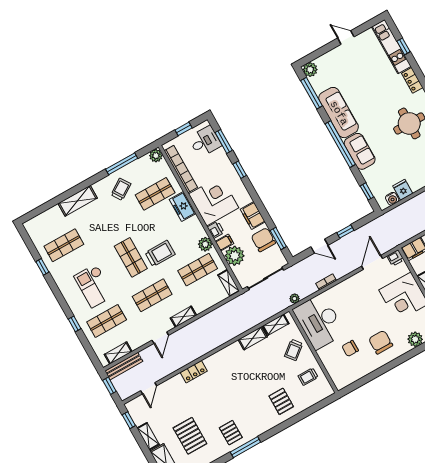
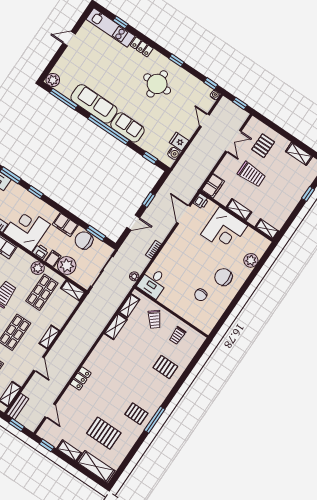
desk: (319, 321) -> (153, 283), width x0.53, depth x0.77
bench: (124, 366) -> (18, 406), width x0.73

